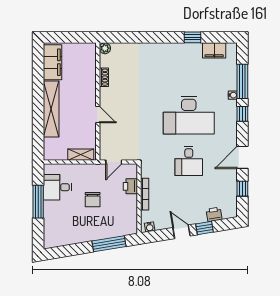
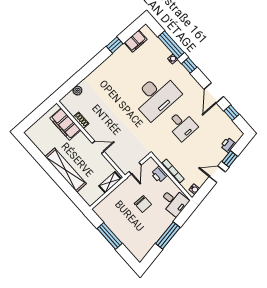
plant: (105, 48) -> (77, 91), moved
filing cabinet: (53, 62) -> (65, 124), moved, turned 180
desk: (57, 187) -> (174, 202), moved, turned -99
window: (109, 244) -> (168, 236), moved

